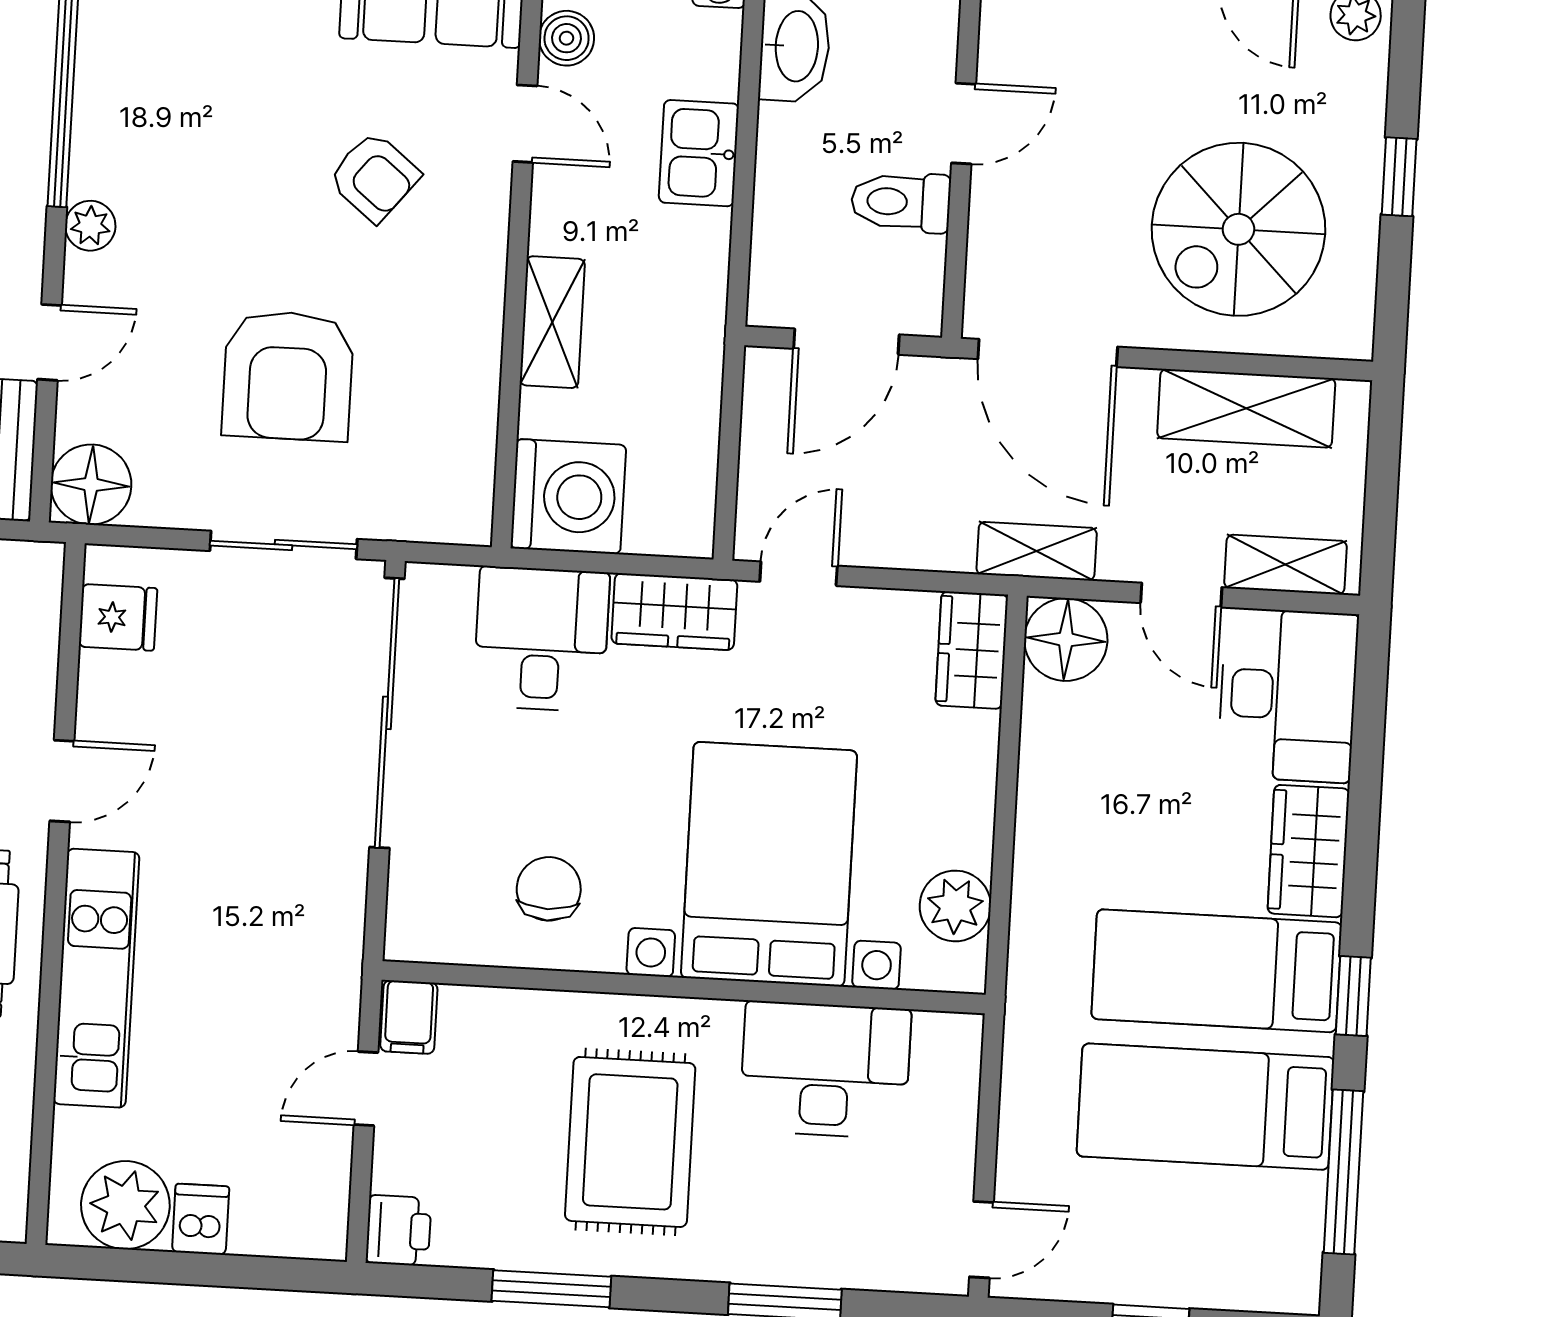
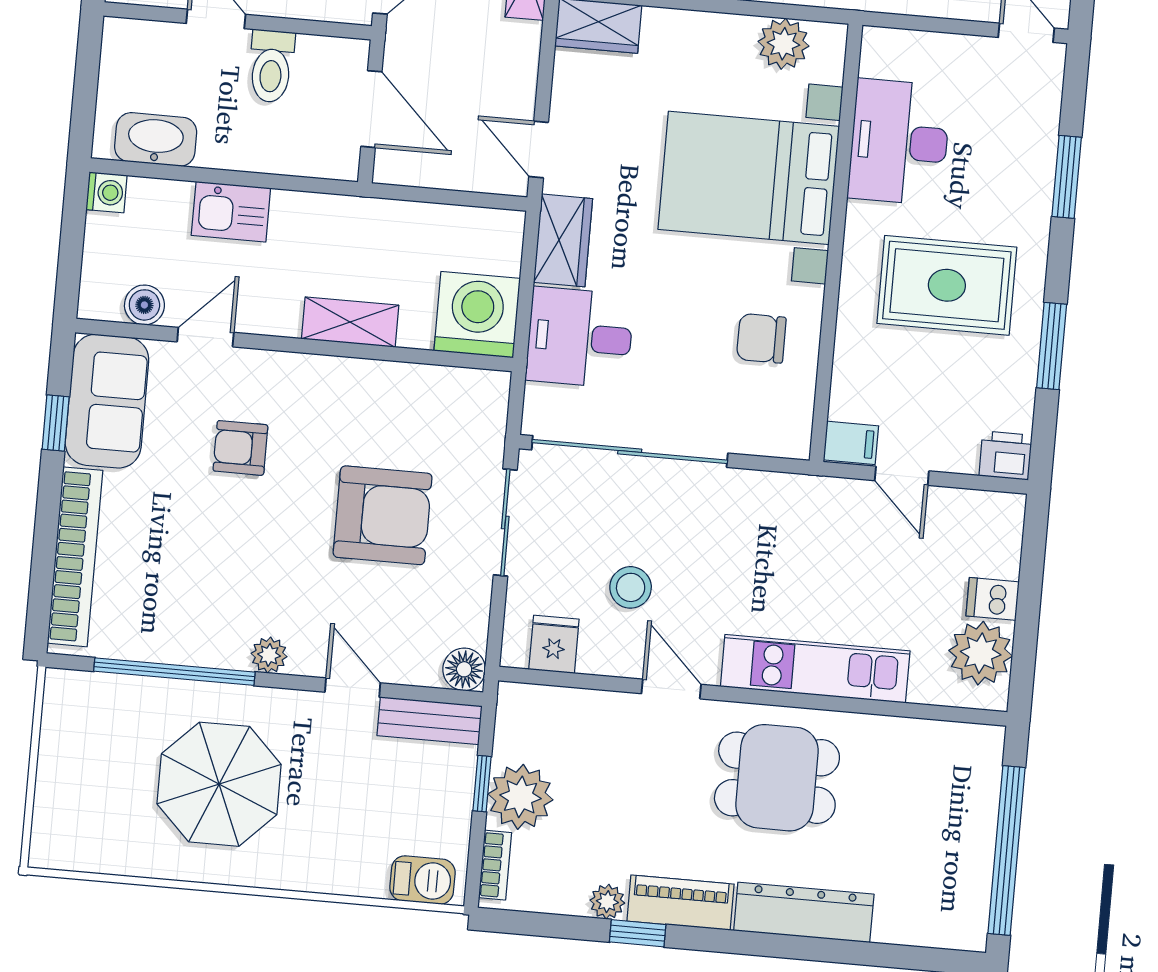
armchair: (374, 177) -> (240, 448), turned -129
floor lamp: (91, 485) -> (464, 669), width x0.73, depth x0.73
stool: (200, 720) -> (631, 587), added

